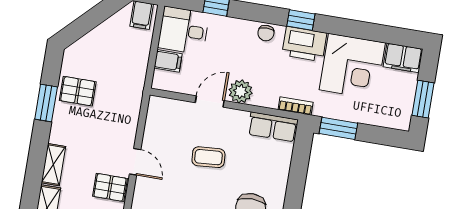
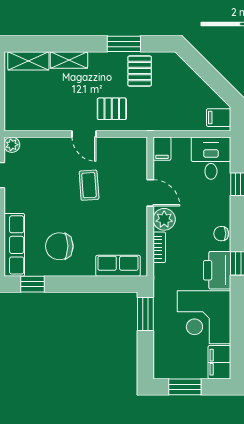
filing cabinet: (168, 61) -> (162, 149), moved
bookcase: (296, 106) -> (159, 247), moved
row of seats: (273, 127) -> (118, 266), moved, turned 90
coffee table: (208, 157) -> (89, 185), moved
door: (135, 162) -> (84, 134), hinge flipped
pallet: (110, 187) -> (112, 109), moved, turned 90

